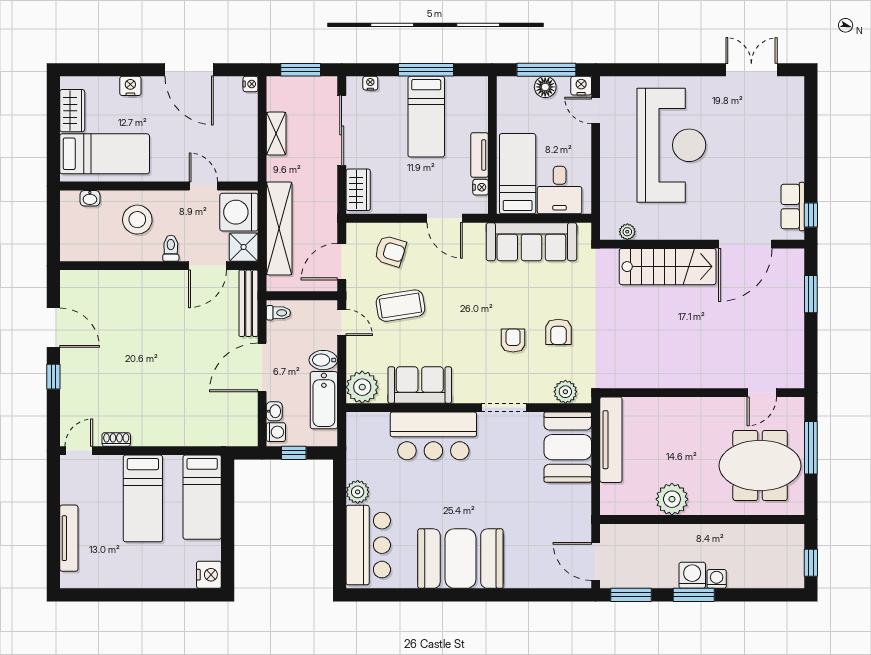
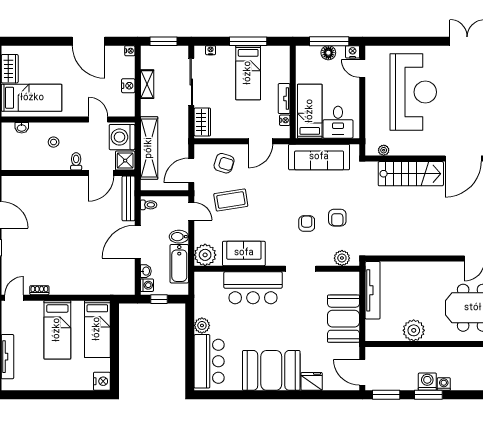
nightstand: (130, 86) -> (128, 86), moved, turned 90
door: (445, 218) -> (261, 141), hinge flipped
stool: (137, 220) -> (54, 142), width x0.53, depth x0.53
booth: (568, 447) -> (344, 319), moved
fridge: (520, 575) -> (312, 381), added

